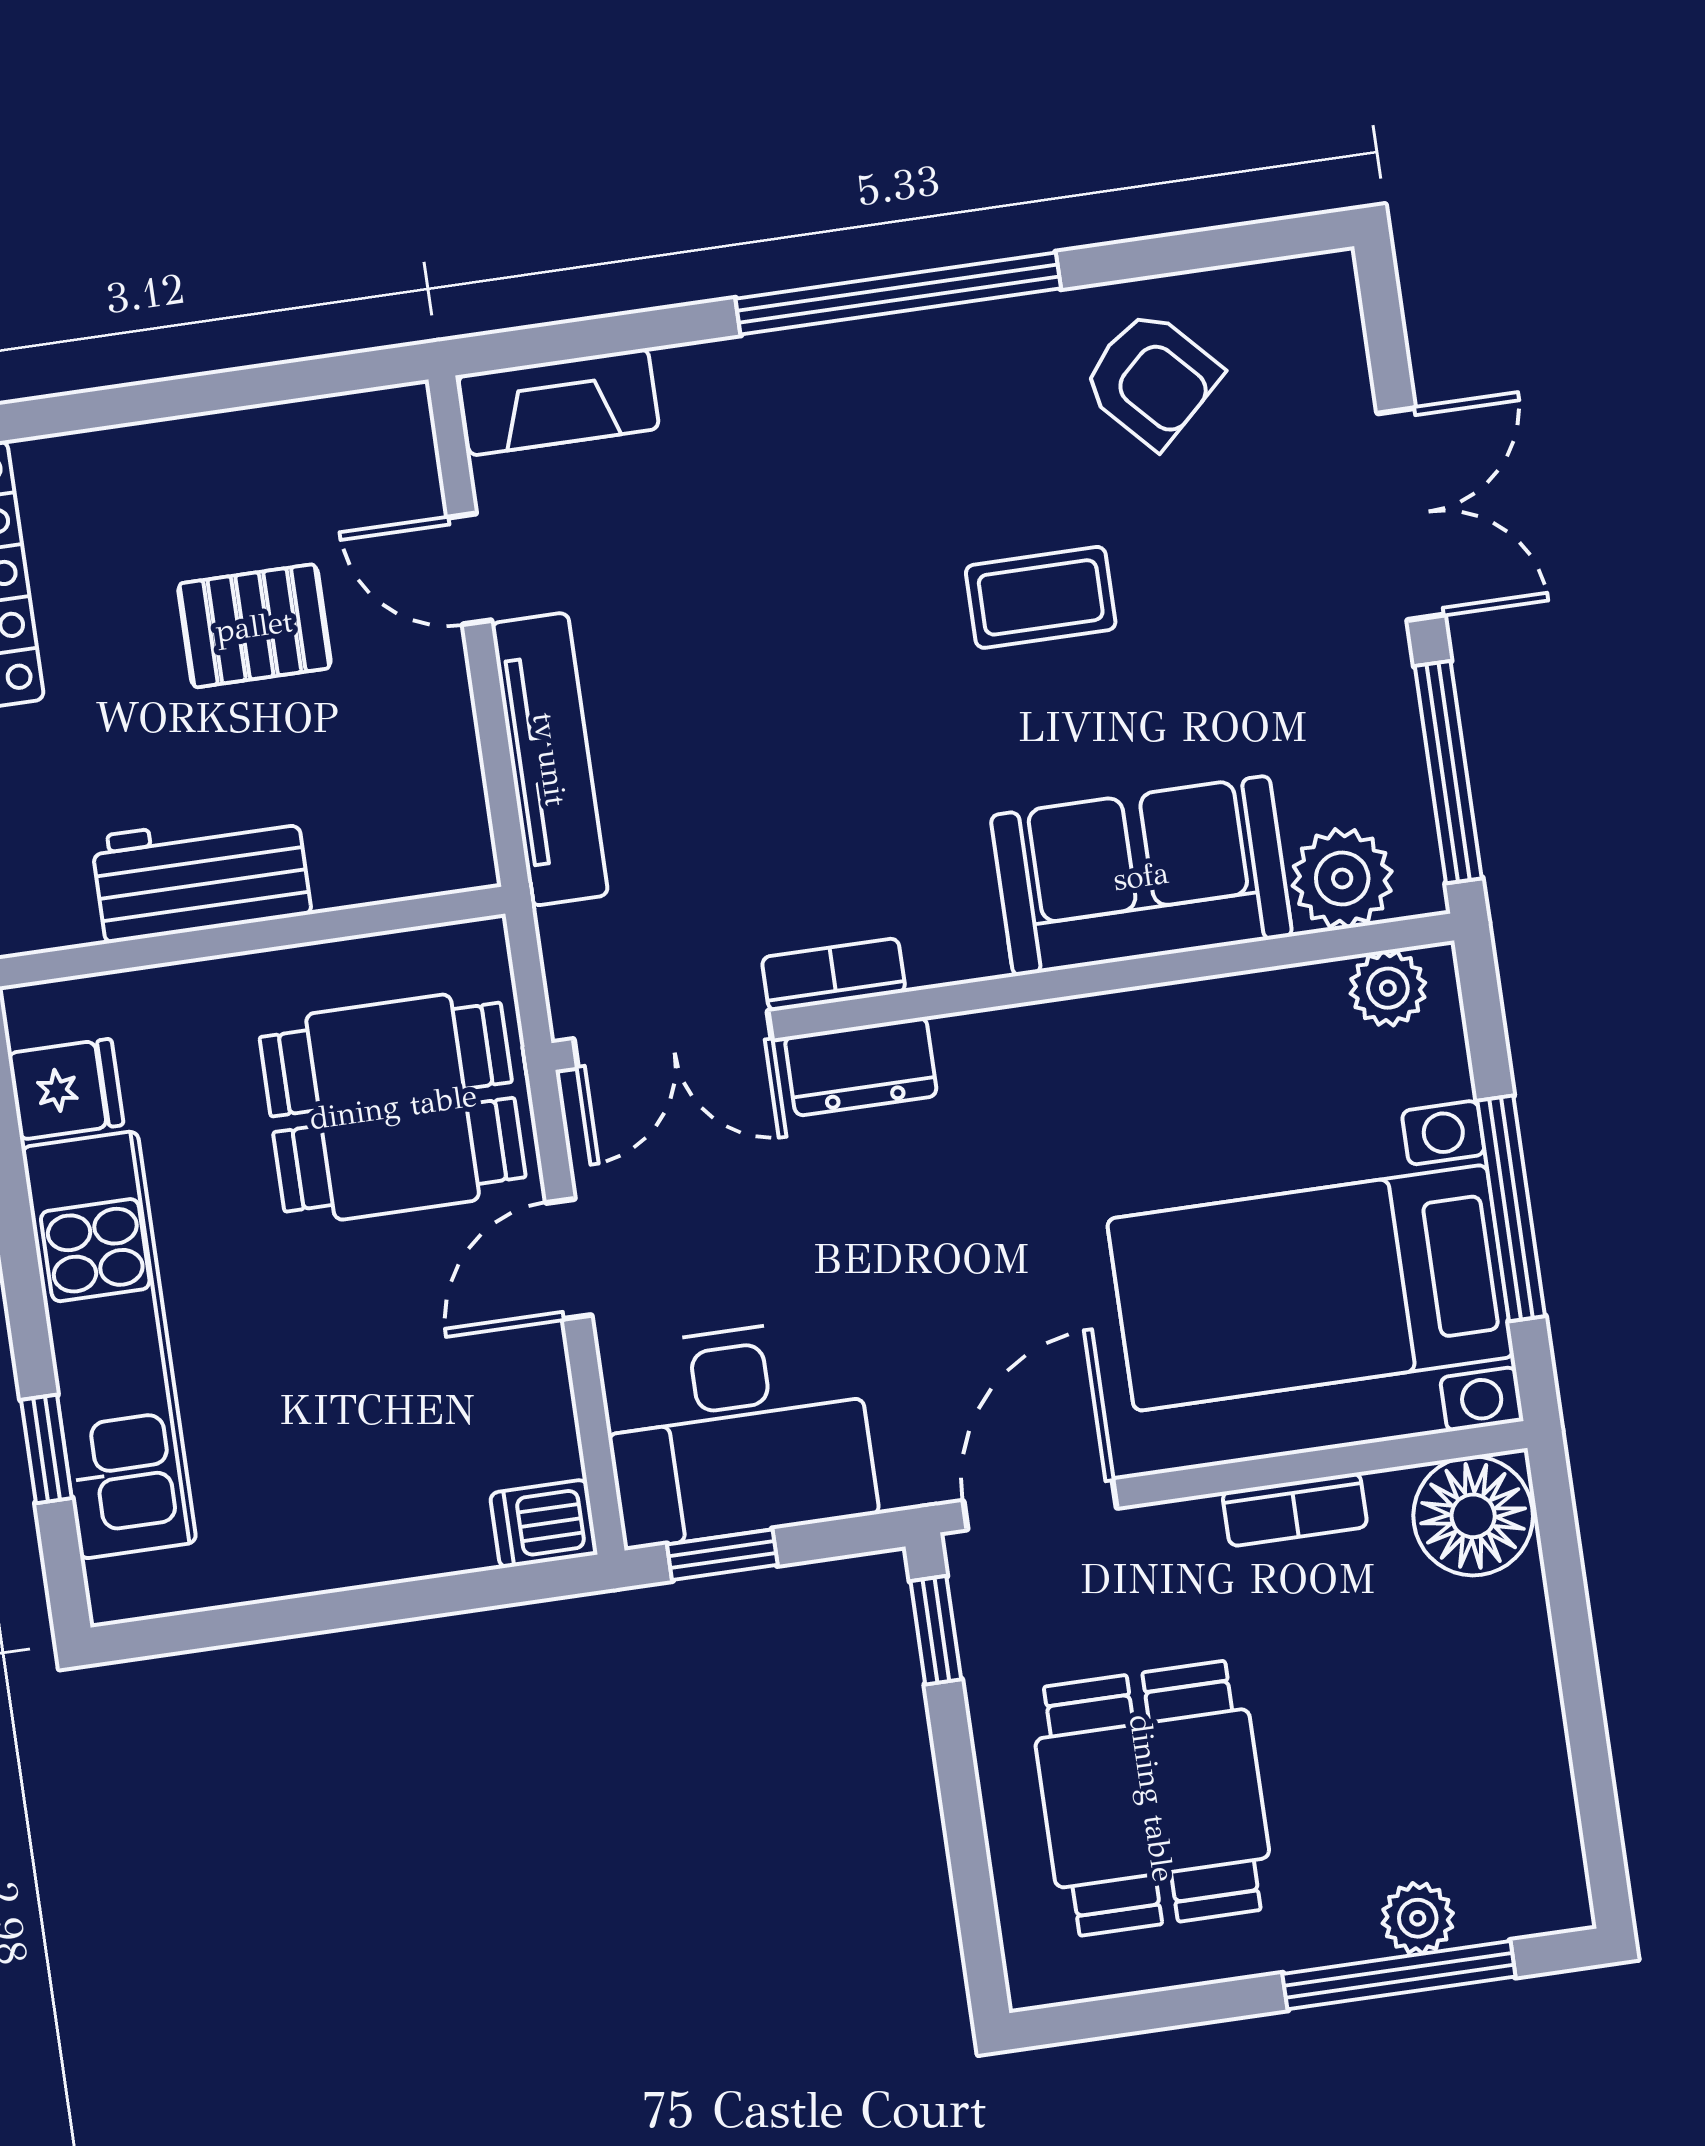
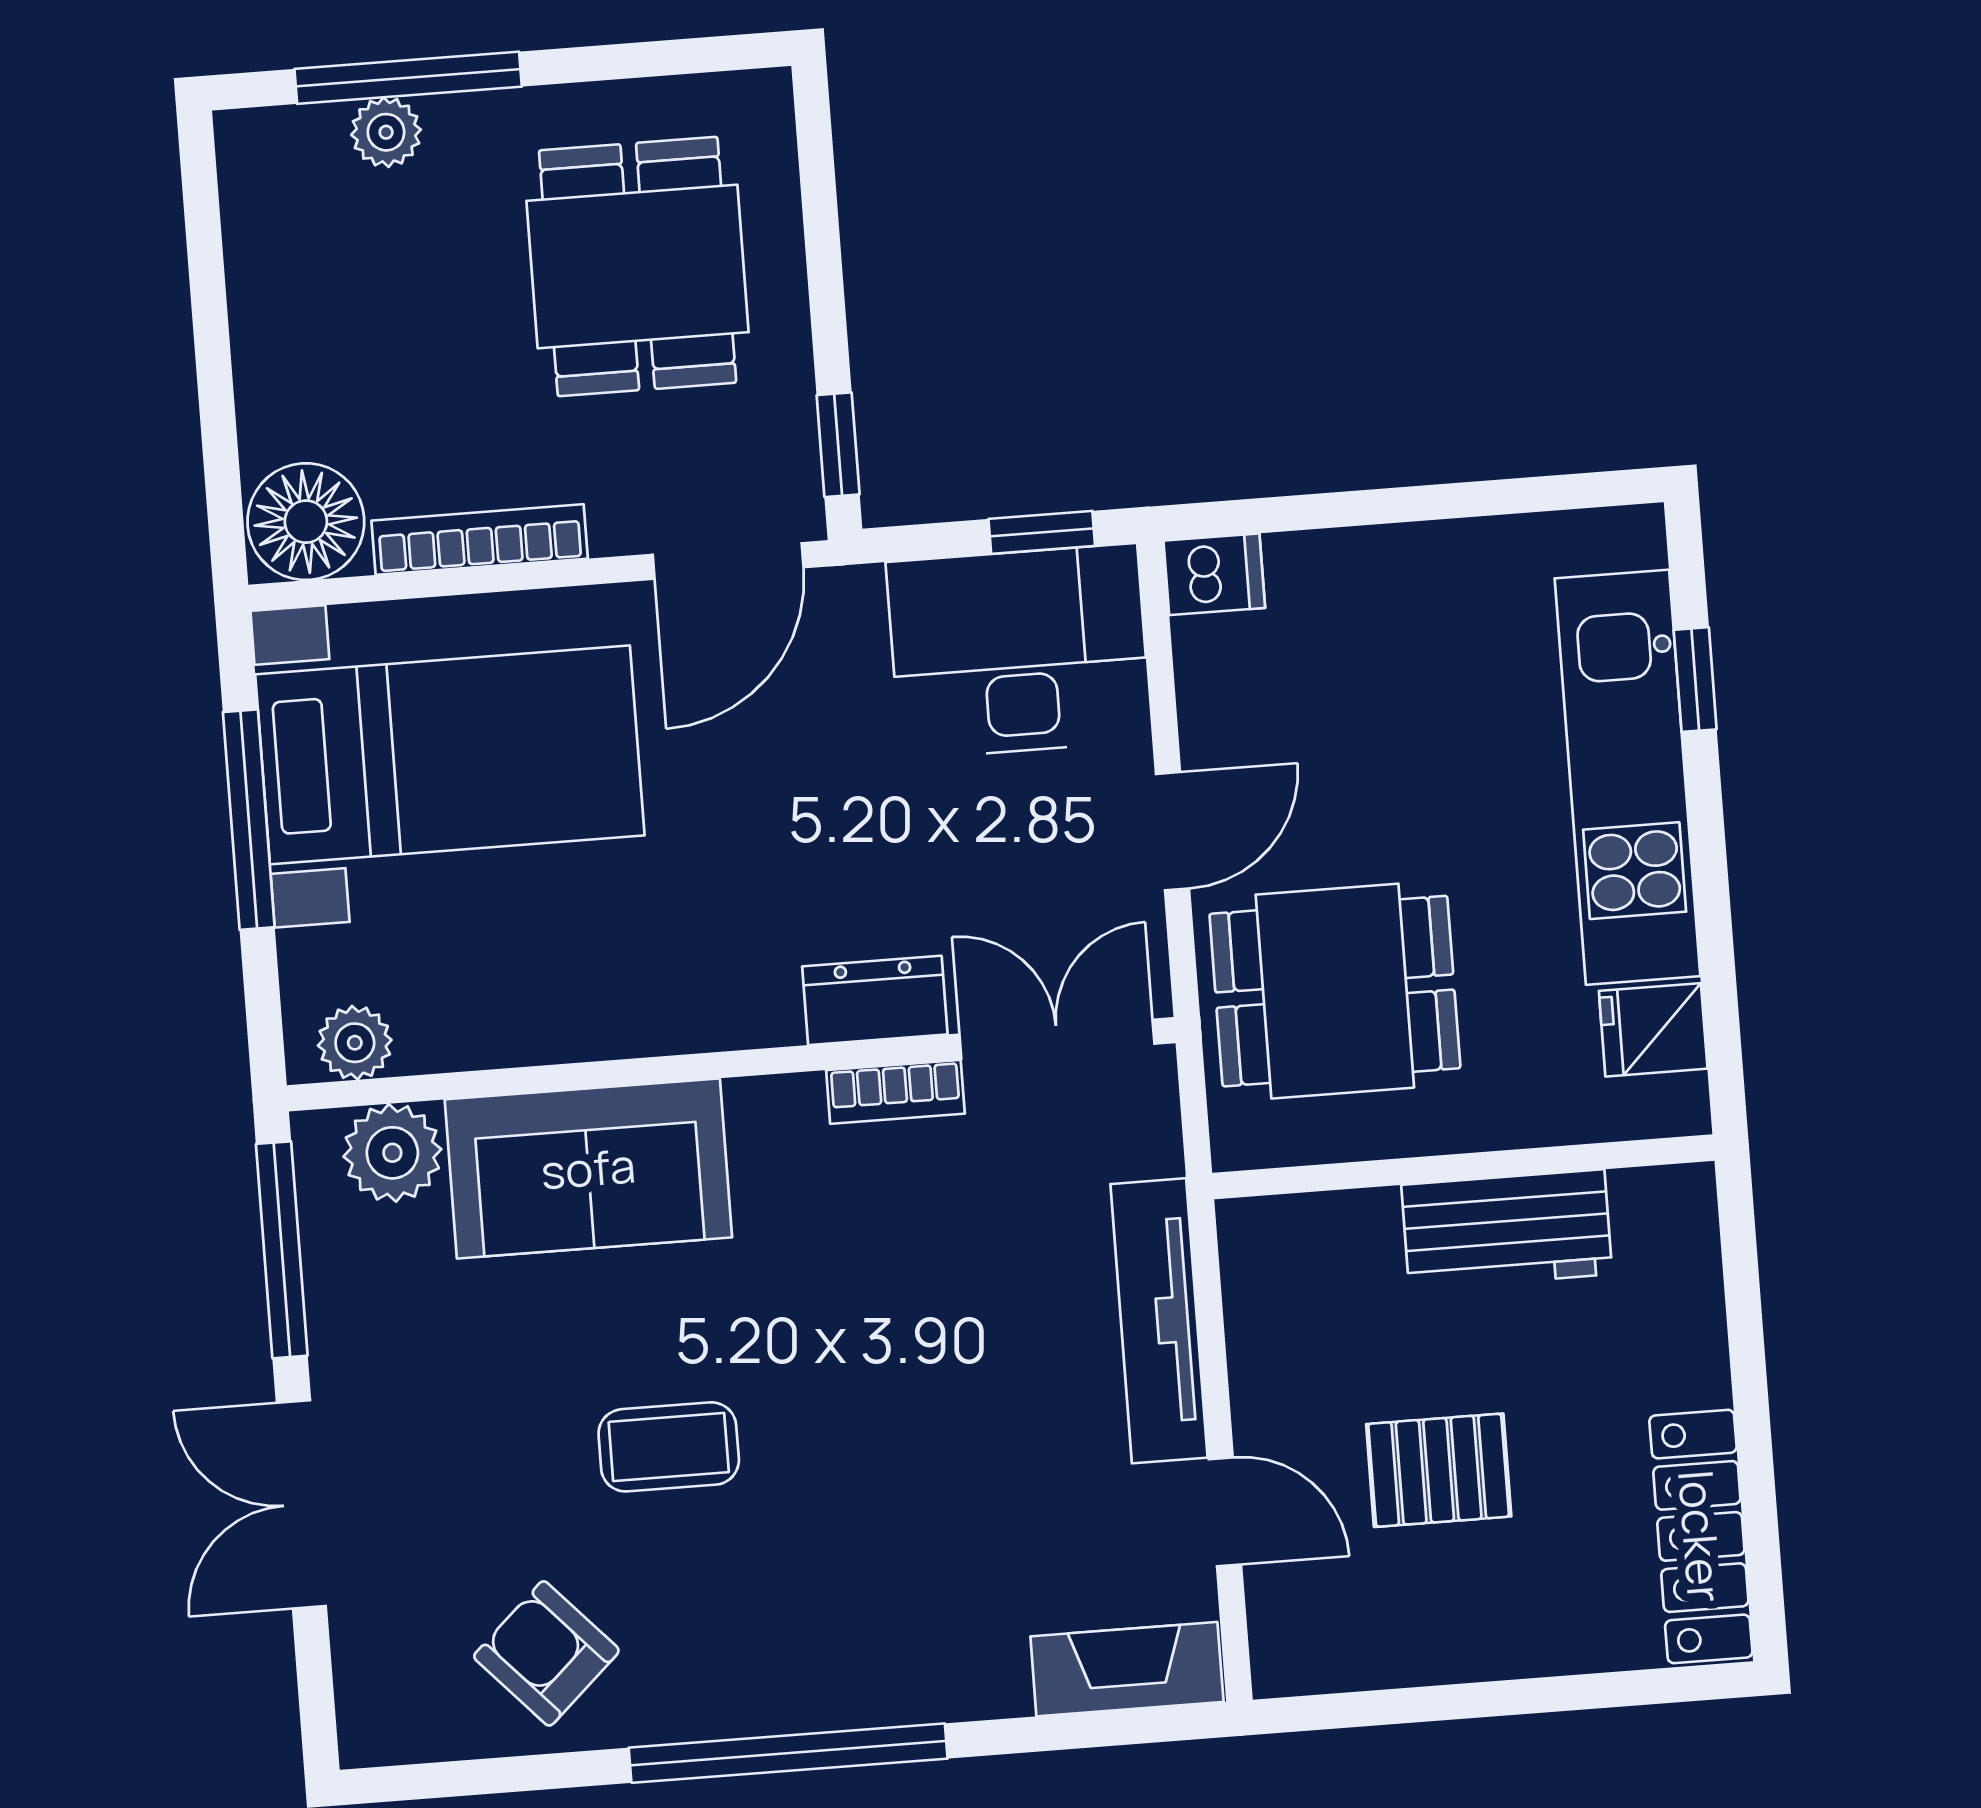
bookcase: (1295, 1509) -> (480, 540), width x1.56

